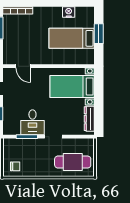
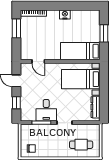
nightstand: (69, 12) -> (65, 14), moved
bed: (72, 38) -> (80, 51), moved
cafe table: (73, 162) -> (81, 145), width x0.73, depth x0.74

